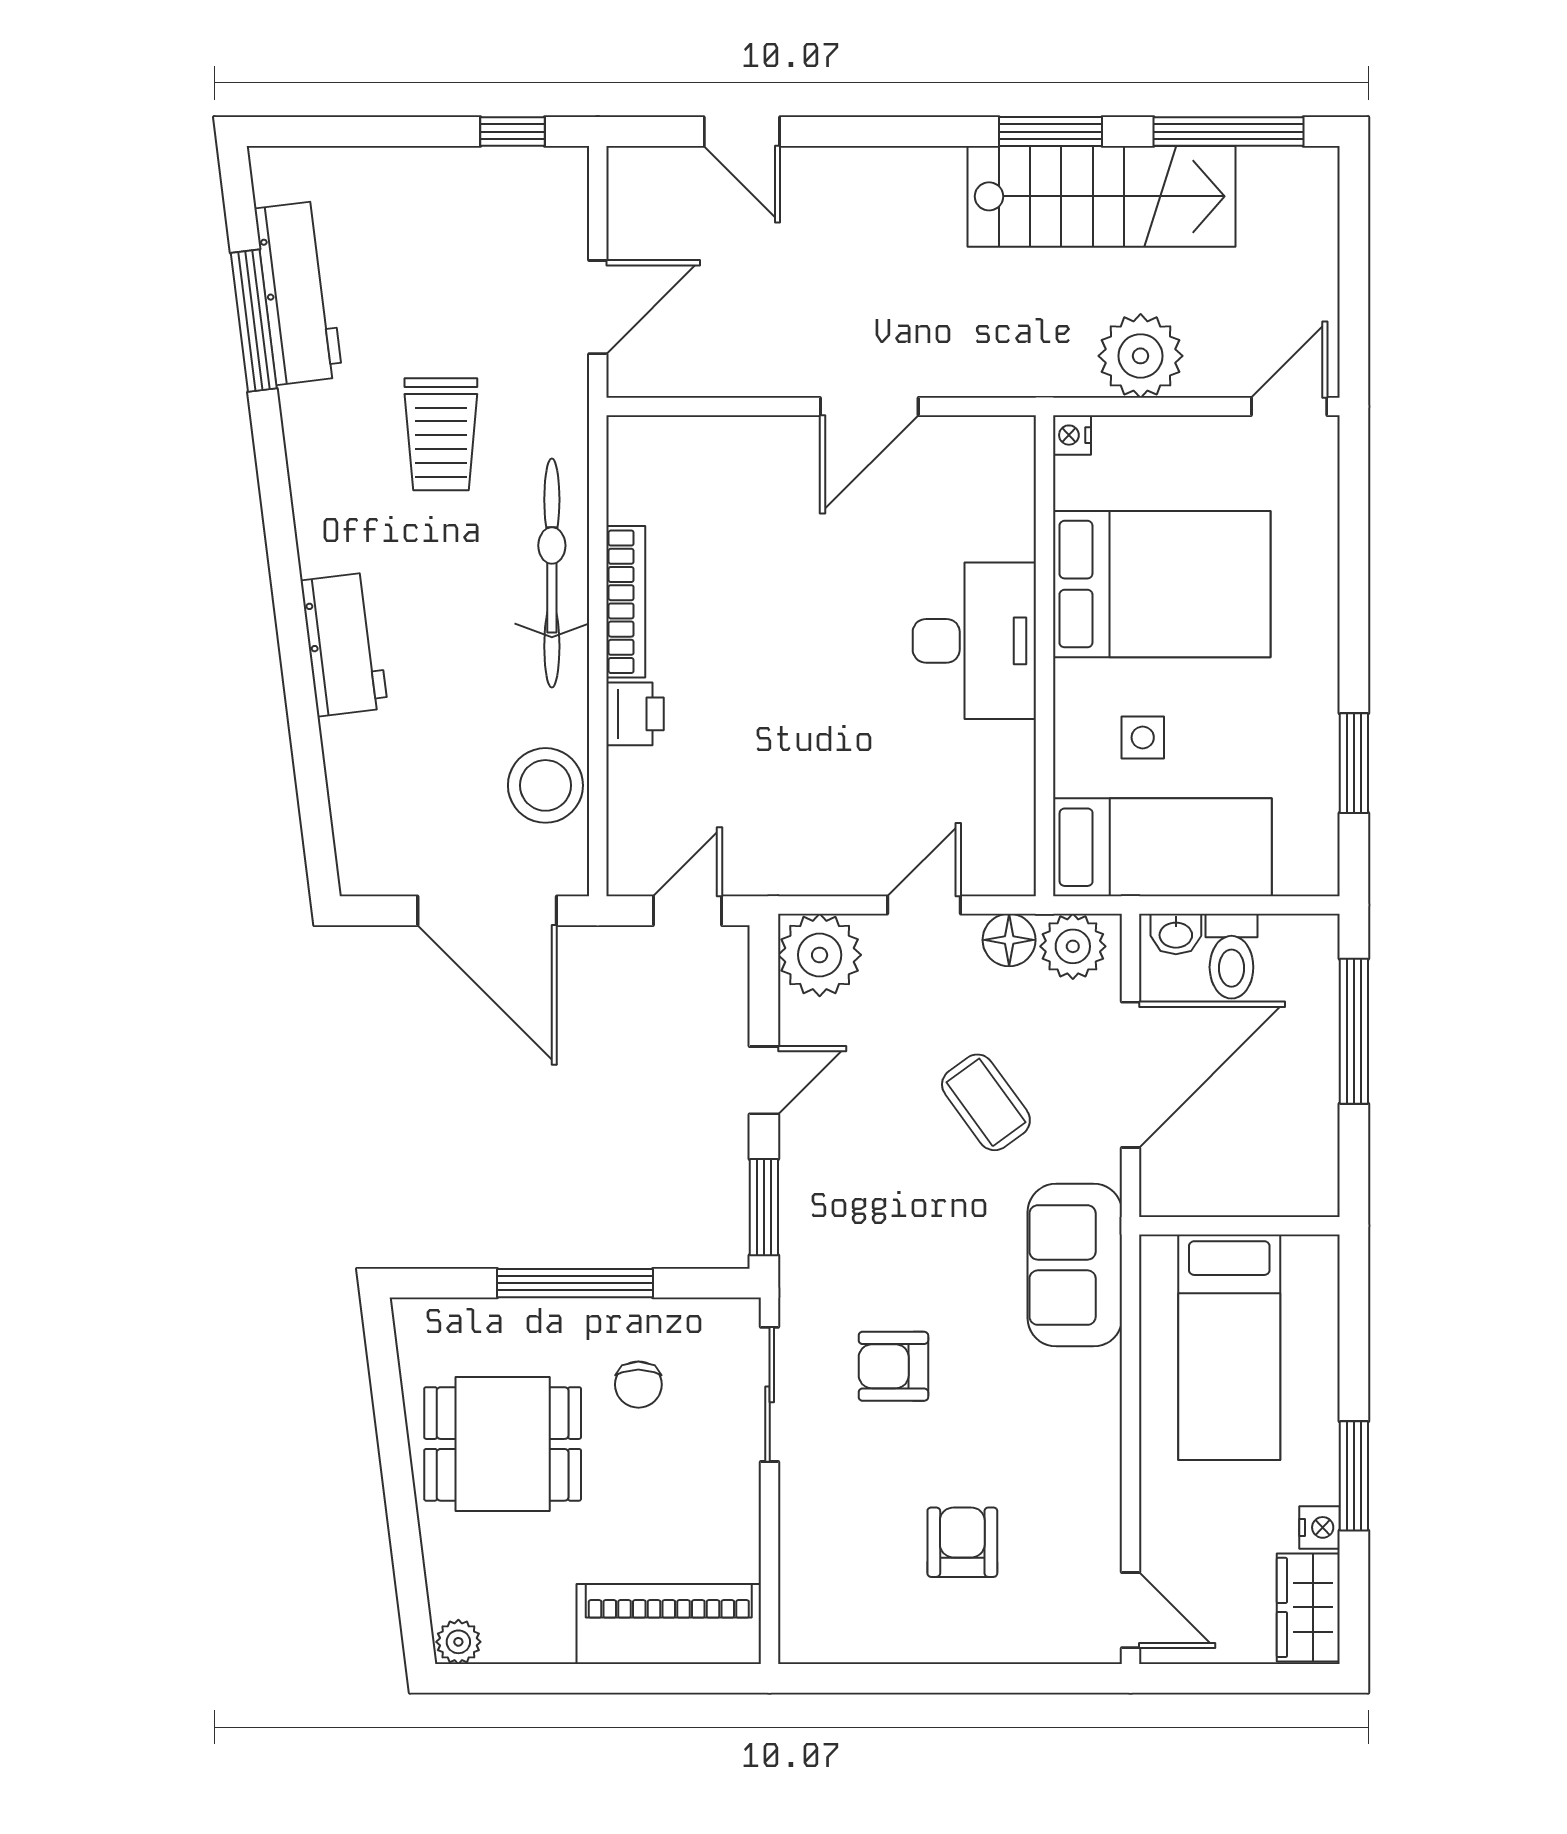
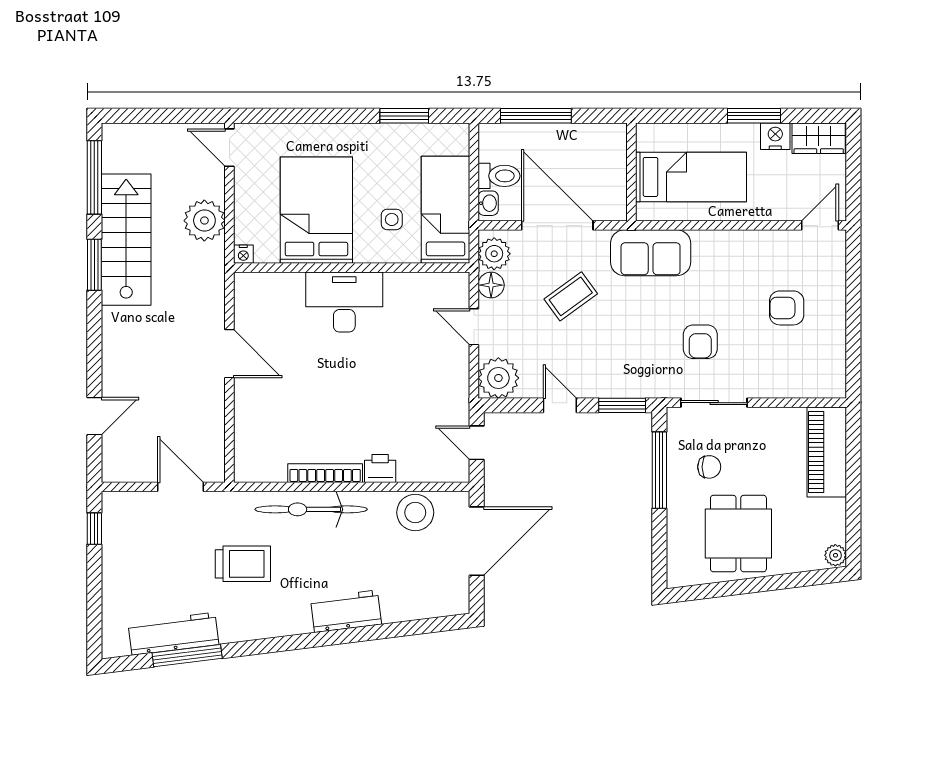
window: (575, 1283) -> (659, 470), moved
nightstand: (1319, 1527) -> (775, 136), width x1.39, depth x1.35

